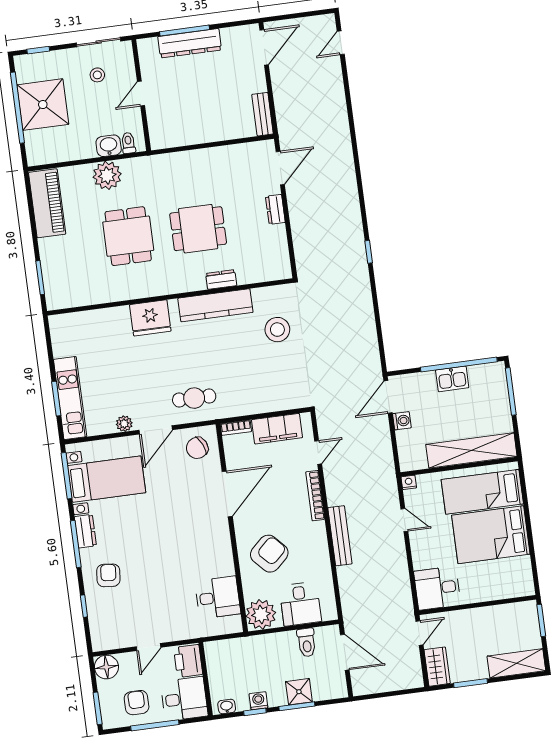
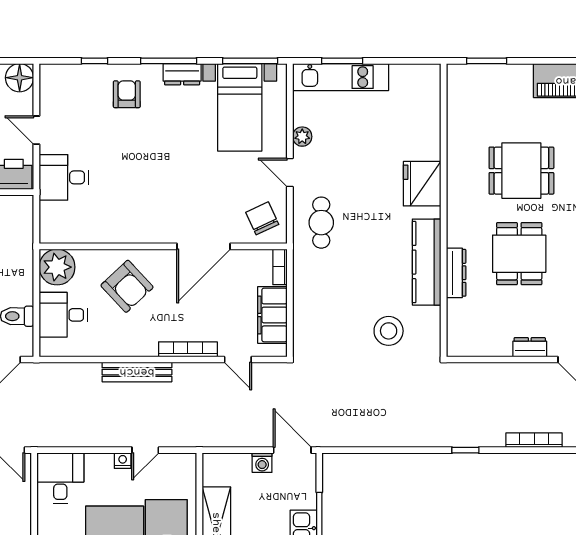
bookcase: (353, 195) -> (534, 440), added
dresser: (221, 279) -> (456, 273), width x1.44
door: (156, 430) -> (290, 172), width x0.73
nightstand: (409, 482) -> (123, 461), moved, turned -90
door: (227, 494) -> (204, 246), hinge flipped
armchair: (108, 575) -> (127, 94), turned -95
desk: (218, 597) -> (64, 177), moved, turned 90

